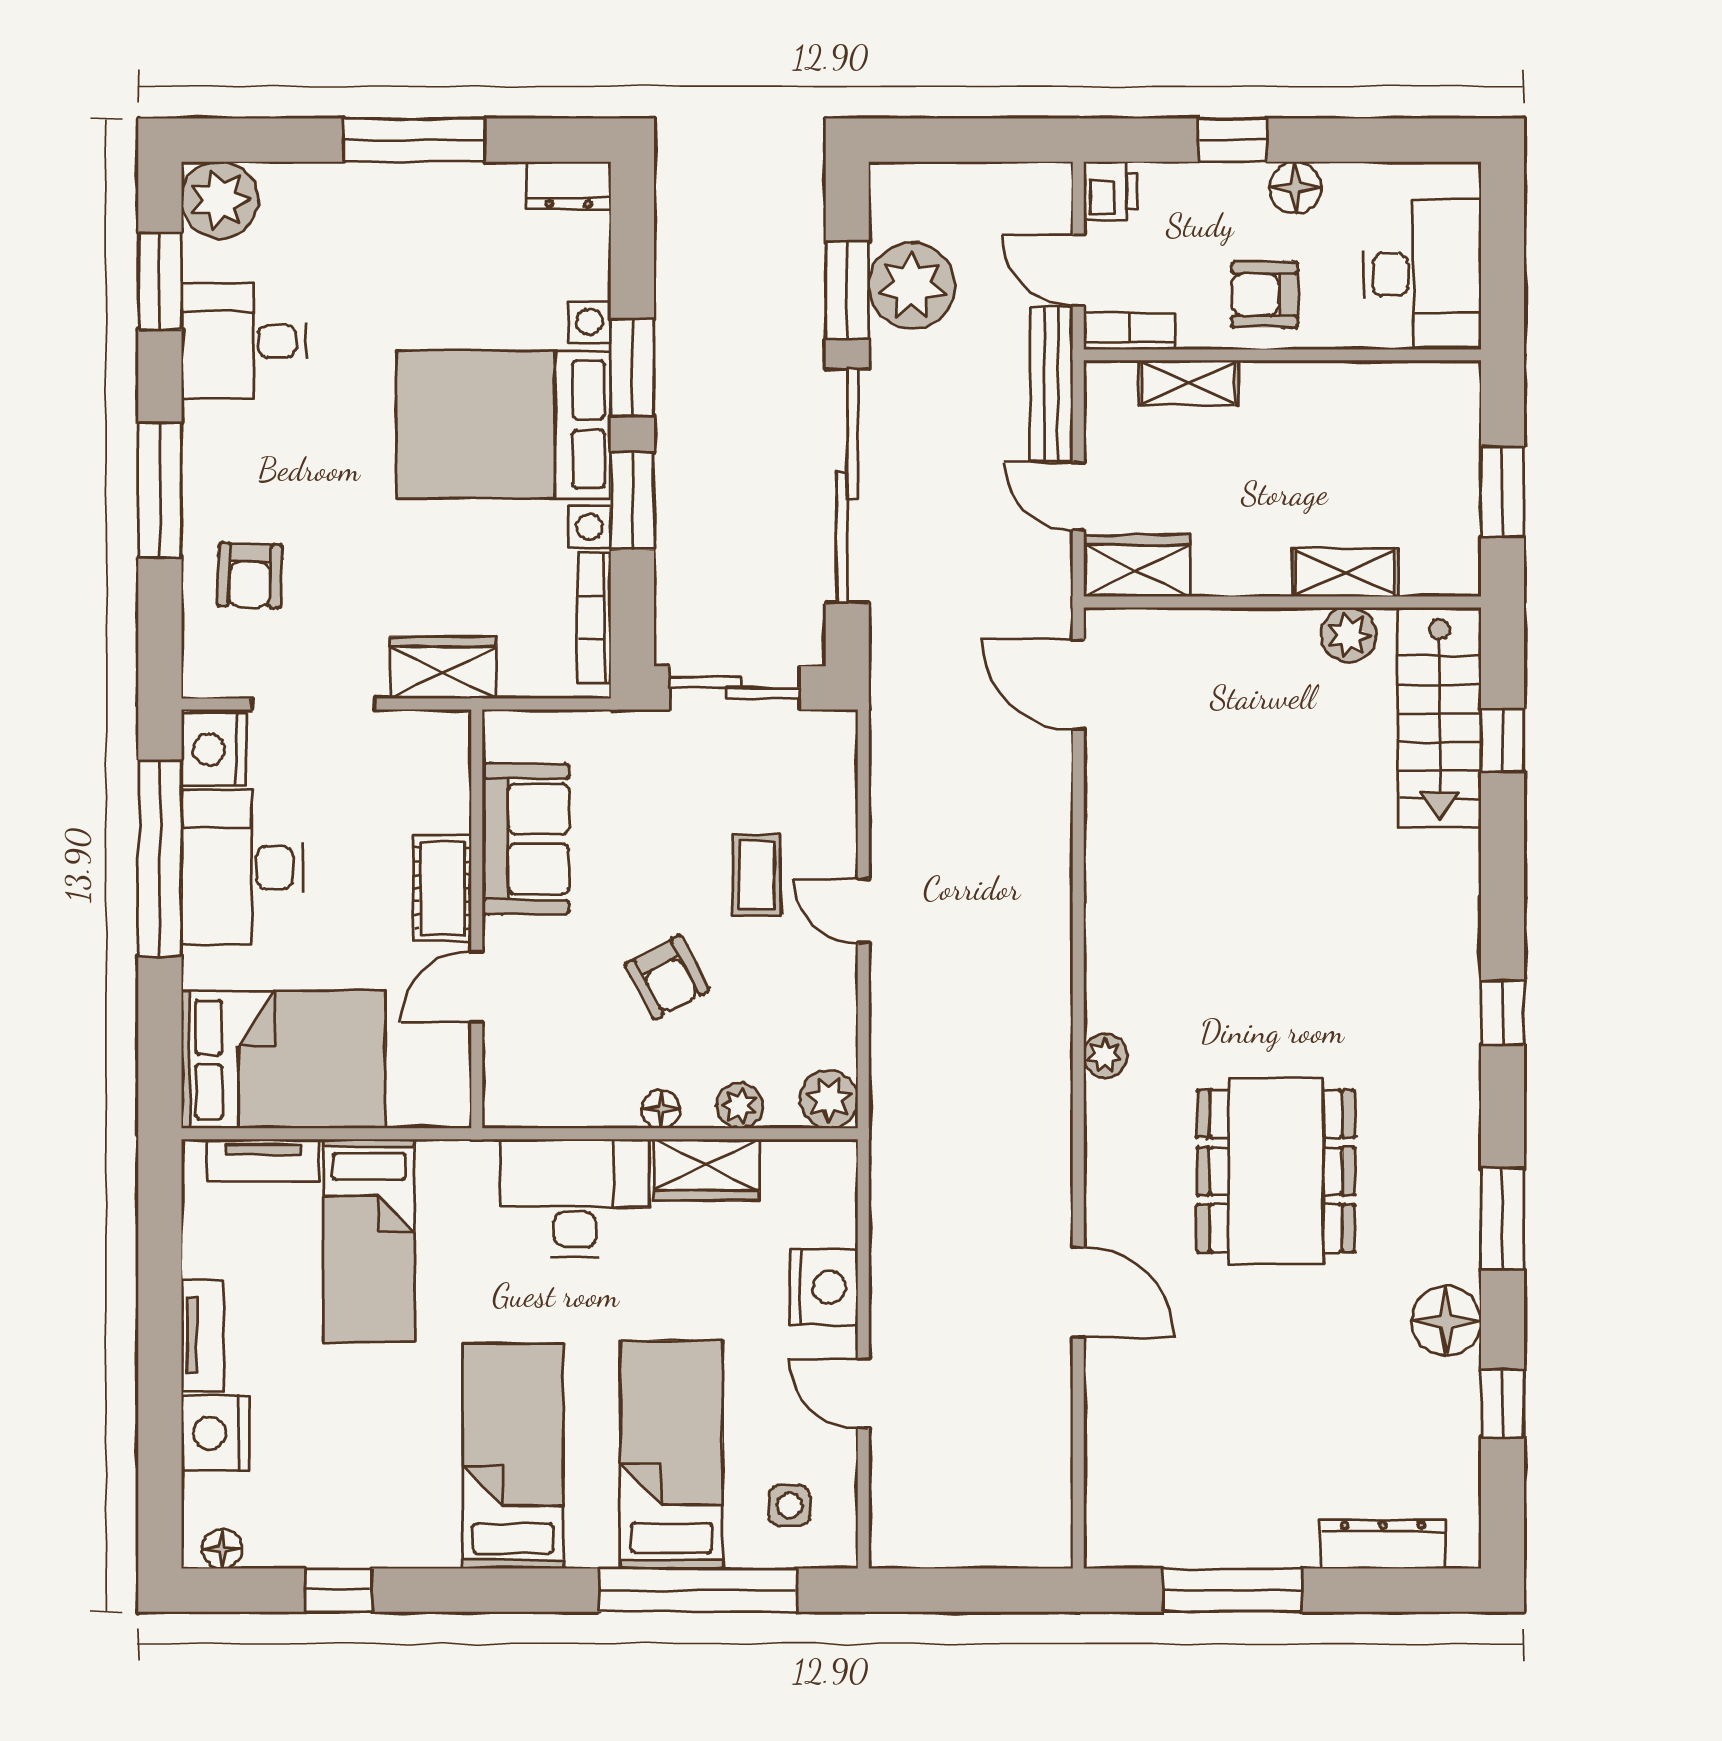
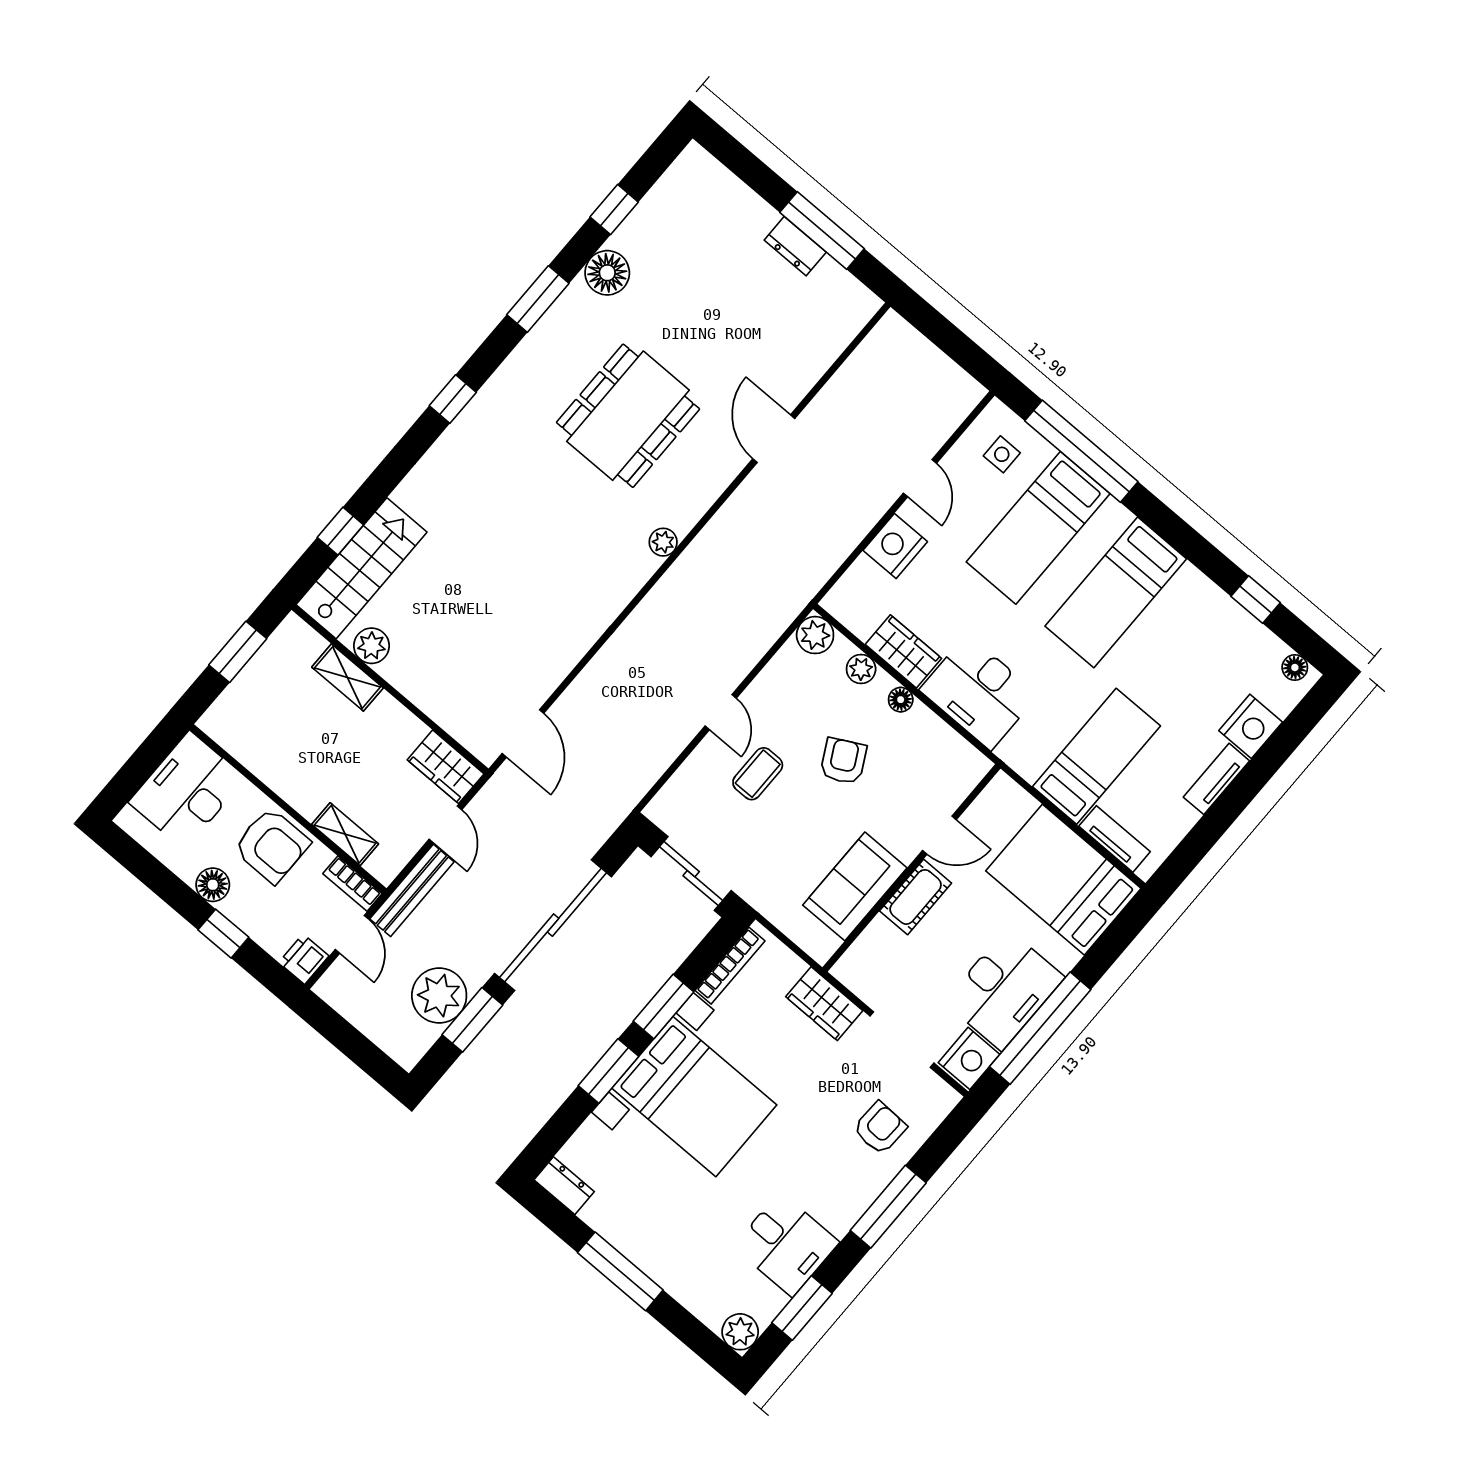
plant: (220, 200) -> (740, 1332), width x0.73, depth x0.73
armchair: (1265, 295) -> (272, 845), width x1.38, depth x1.38
dresser: (1383, 1544) -> (795, 246), moved, width x0.70

